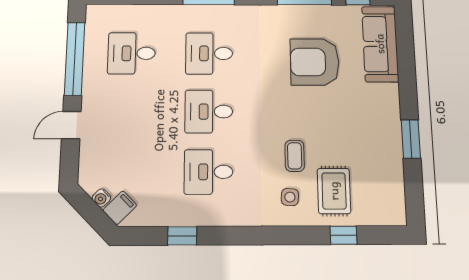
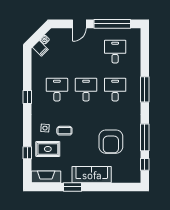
sofa: (380, 44) -> (92, 175), moved
armchair: (315, 62) -> (111, 142), turned 180
door: (71, 125) -> (79, 24), swing flipped
fireplace: (393, 195) -> (46, 177), added
window: (182, 236) -> (27, 97), moved

